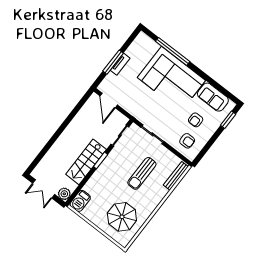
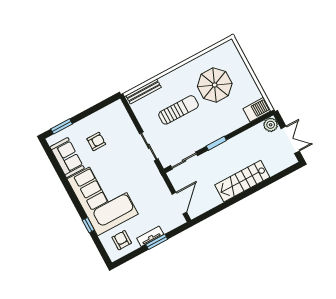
window: (173, 51) -> (88, 225), width x0.32
window: (113, 62) -> (157, 242), width x0.69
armchair: (187, 141) -> (122, 240), moved
stairs: (86, 162) -> (242, 181), moved, turned 180
parasol: (122, 217) -> (215, 85), moved

